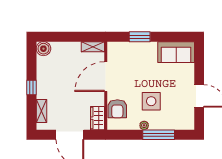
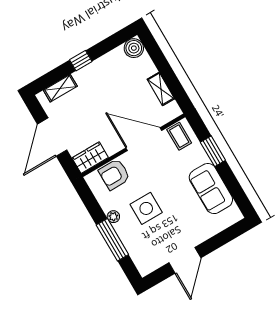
shelving: (93, 47) -> (161, 89), moved
sofa: (176, 52) -> (211, 189), moved
coffee table: (117, 53) -> (179, 136), added

